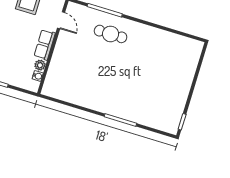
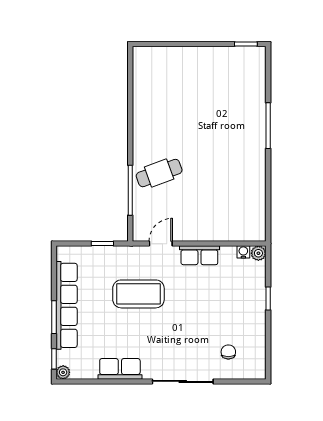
cafe table: (111, 34) -> (159, 173), turned 70
plant: (40, 65) -> (258, 253), moved

